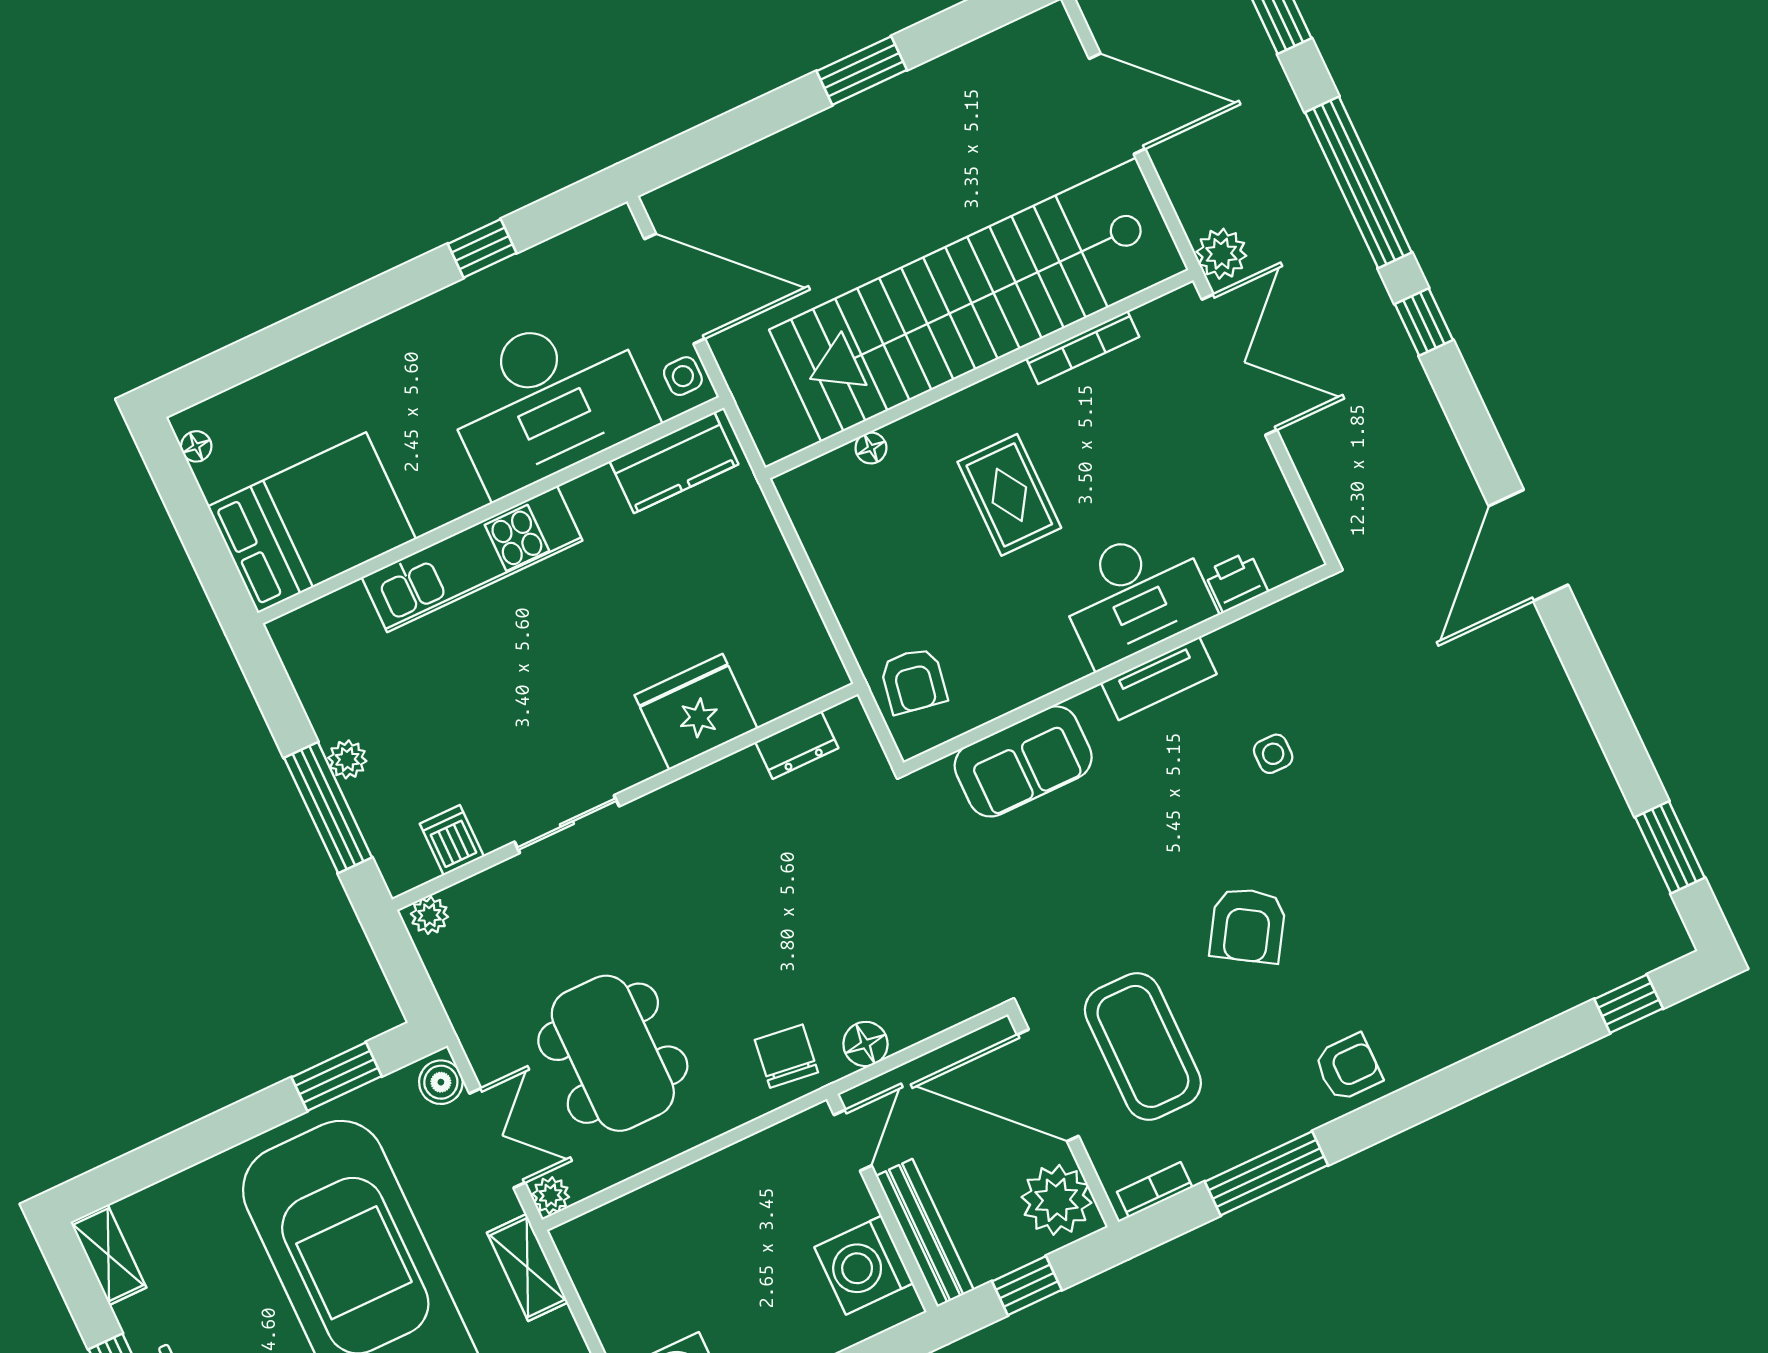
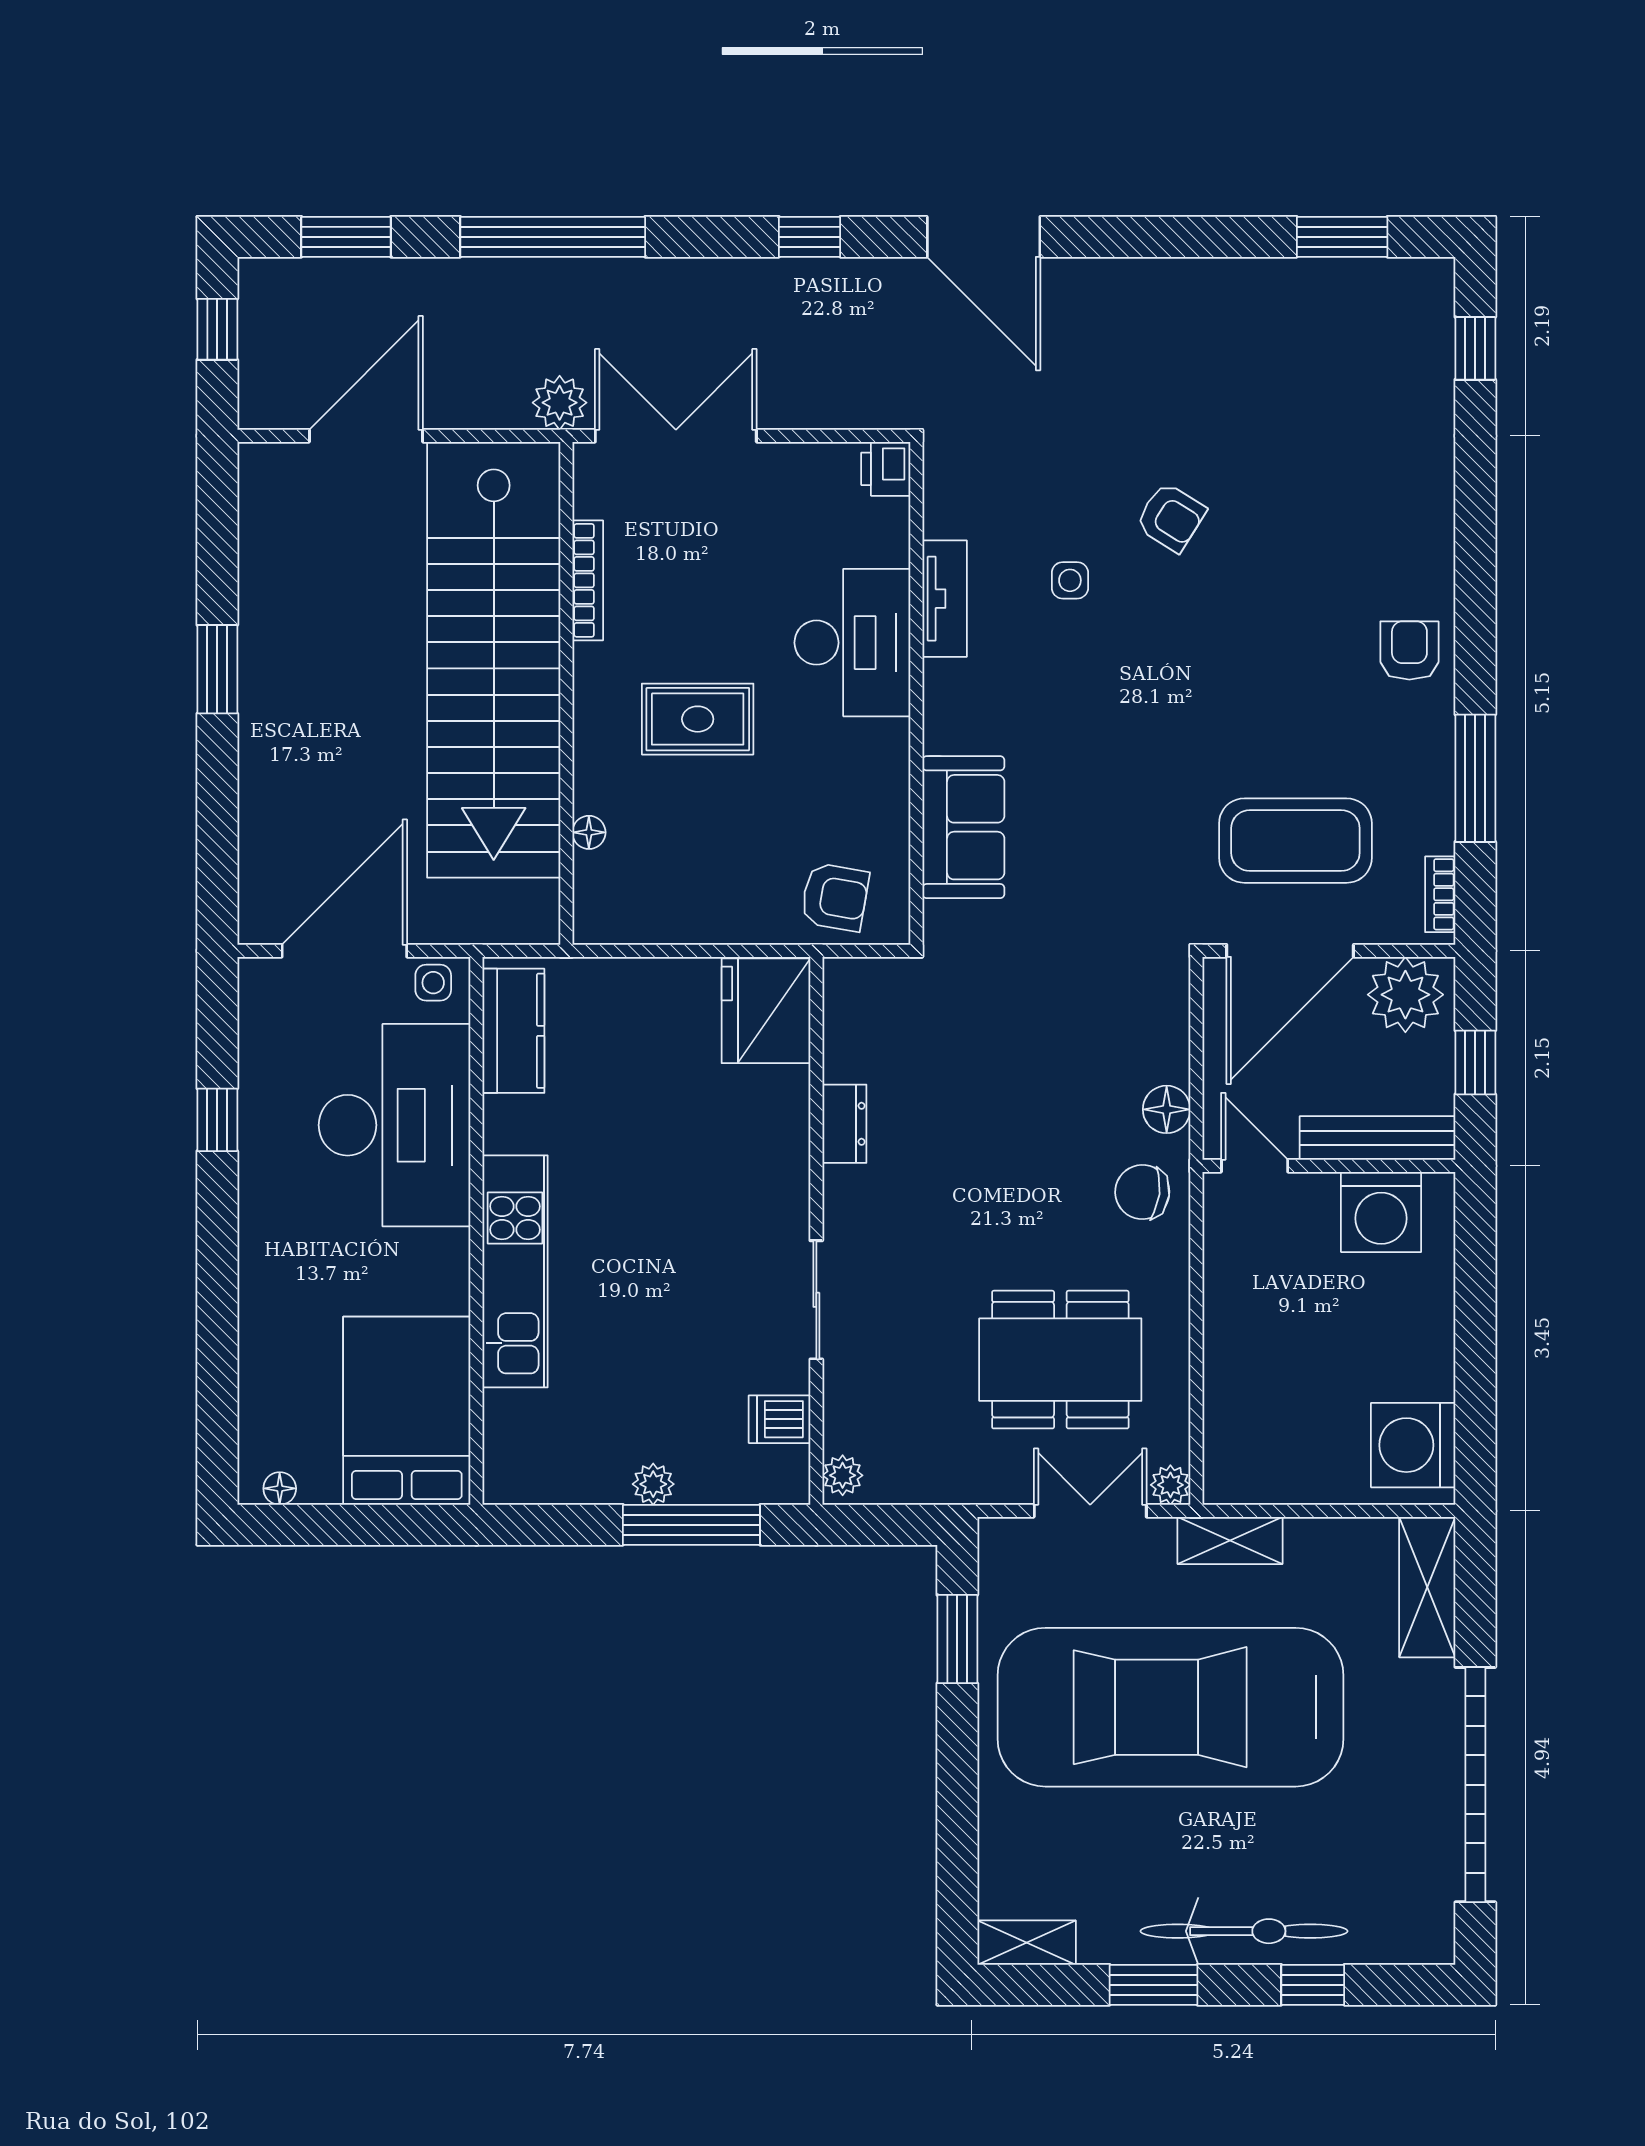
window: (1424, 322) -> (810, 237), moved
printer: (1236, 582) -> (886, 469), moved
tv unit: (1159, 679) -> (945, 599), moved
fridge: (696, 712) -> (766, 1011), moved
dresser: (797, 745) -> (844, 1124), moved
armchair: (1248, 925) -> (1171, 517), moved, width x0.72, depth x0.72
boiler: (441, 1082) -> (1010, 1540), removed

